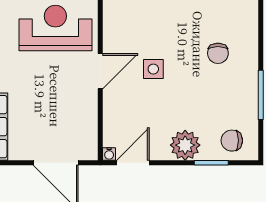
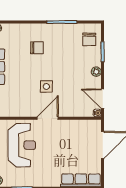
reception desk: (55, 28) -> (22, 145), turned 180
door: (100, 71) -> (48, 118), hinge flipped
plant: (185, 145) -> (96, 72), width x0.53, depth x0.53

